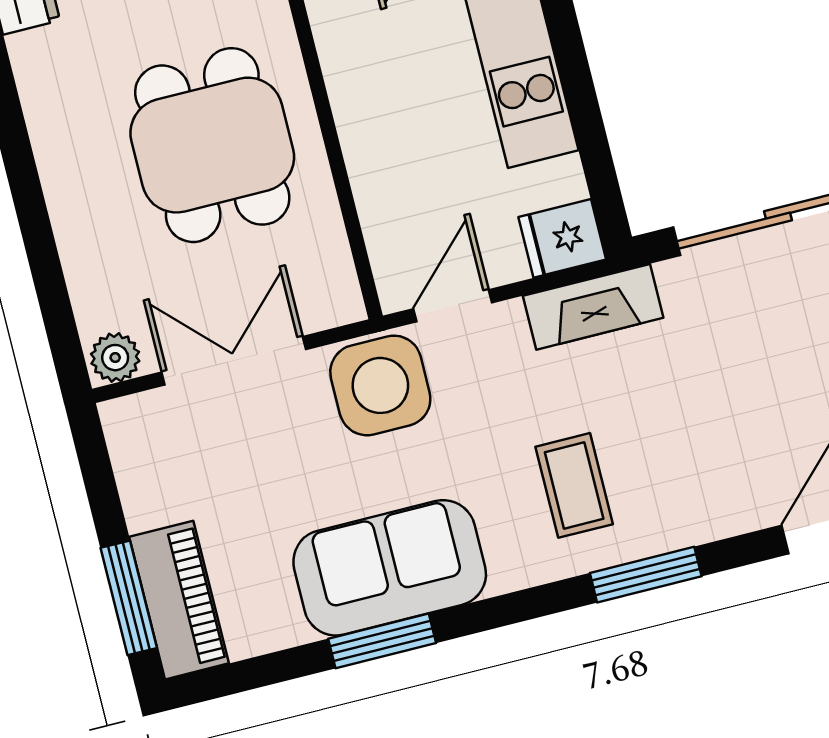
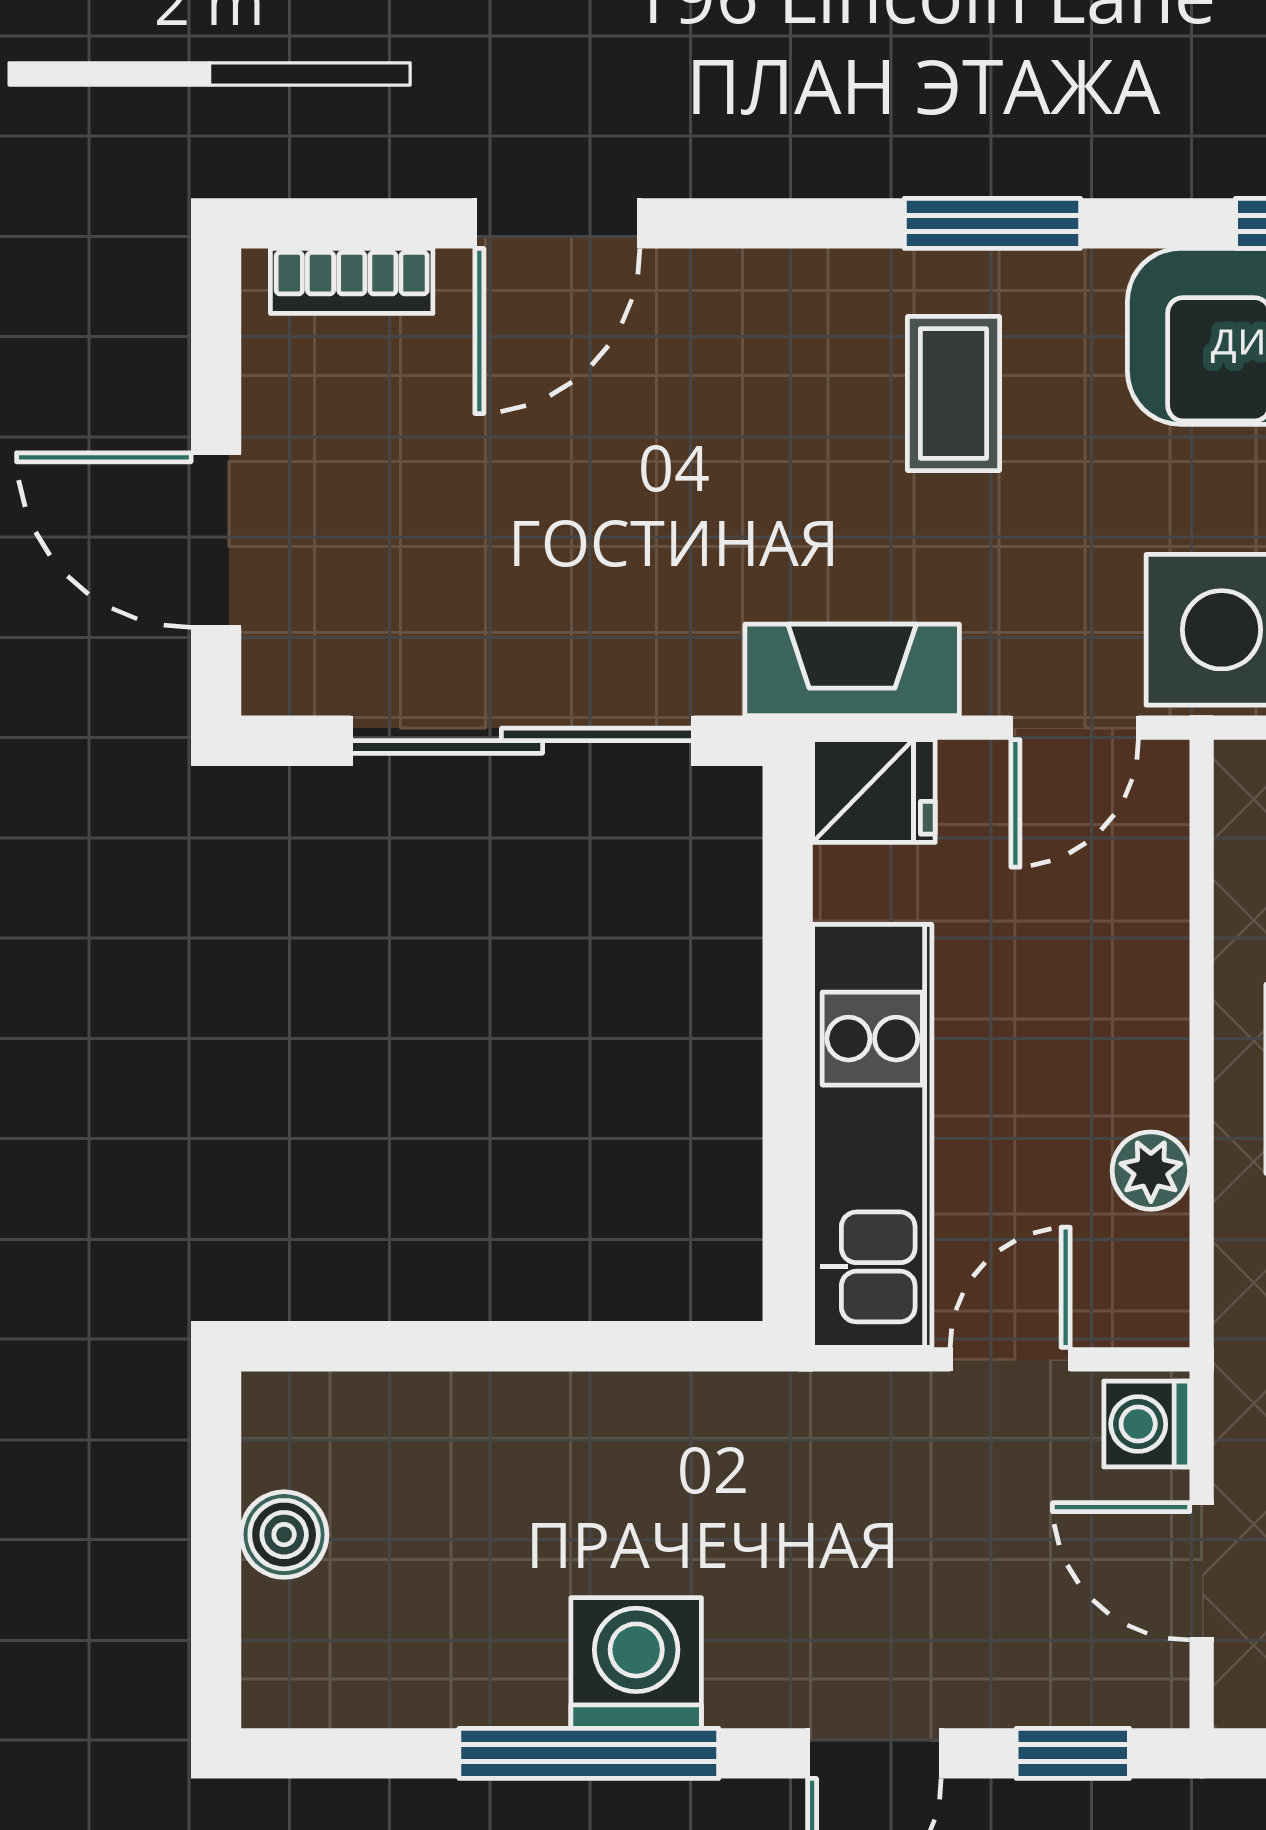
plant: (342, 55) -> (1151, 1171), added
window: (646, 575) -> (992, 223), moved

